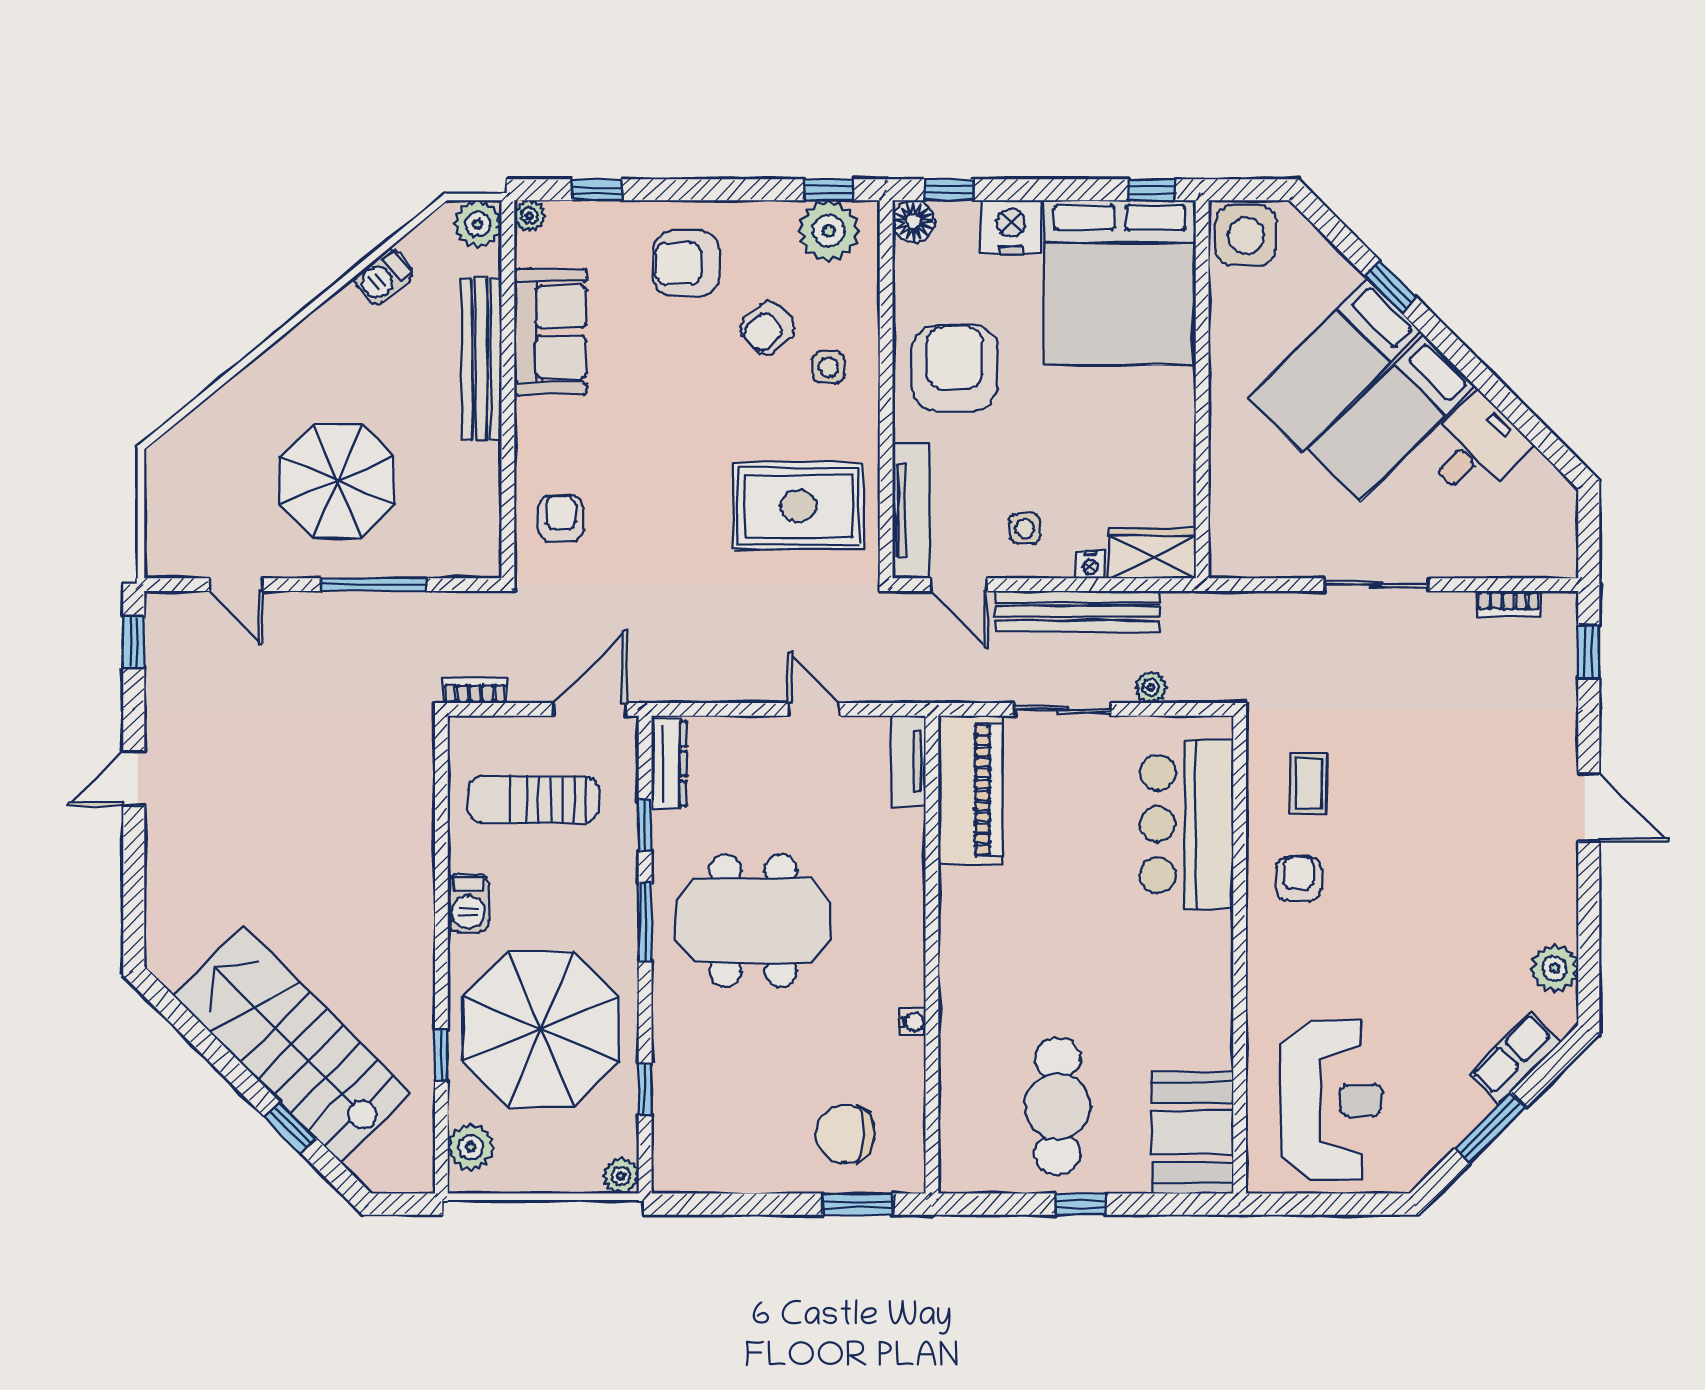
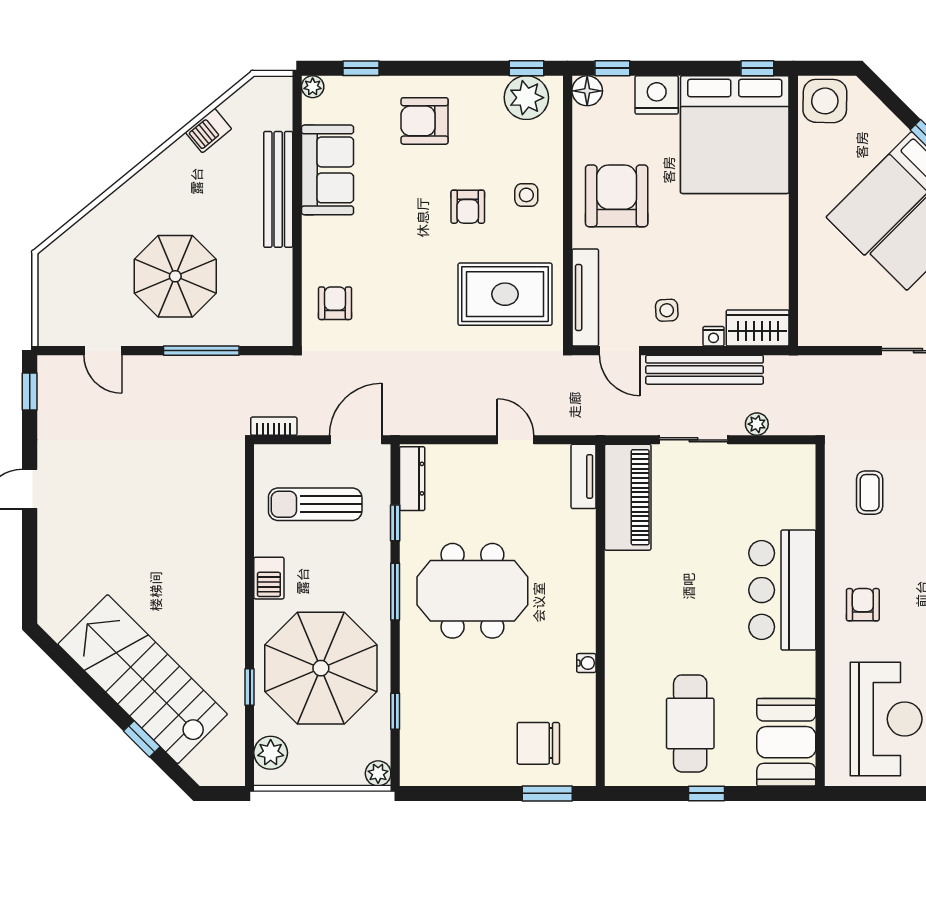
plant: (478, 224) -> (276, 93), removed
armchair: (767, 328) -> (468, 207), moved, turned -48
bar counter: (1187, 824) -> (782, 590), moved
armchair: (1299, 878) -> (863, 605), moved

